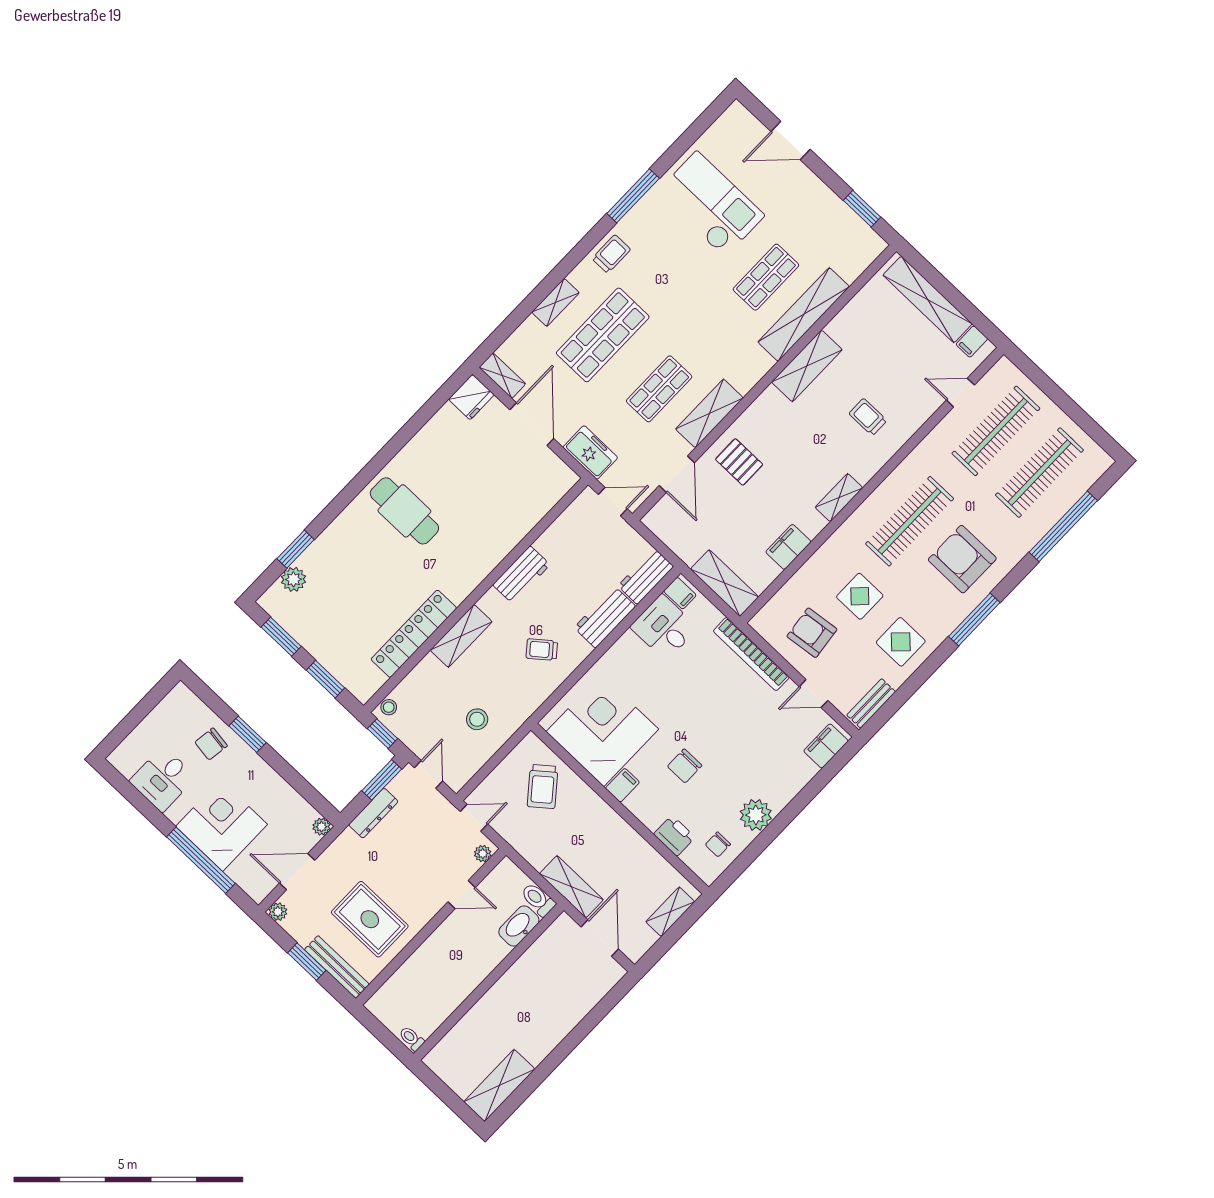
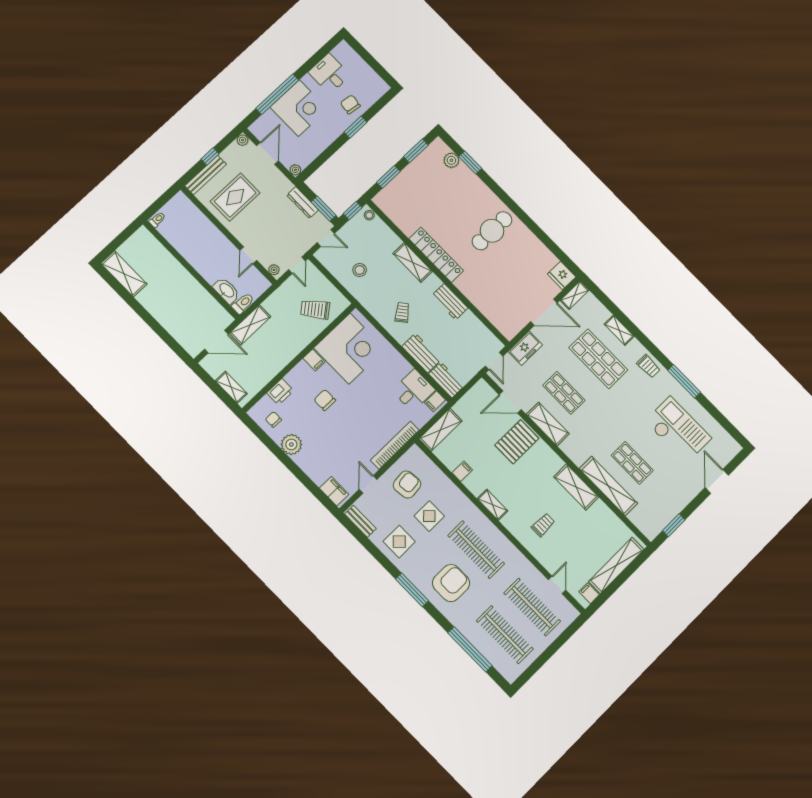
checkout: (711, 204) -> (678, 430), turned -90
pallet: (739, 462) -> (517, 442), width x1.50, depth x1.42
filing cabinet: (788, 547) -> (462, 471), width x0.50
locker: (414, 634) -> (436, 255), moved
window: (307, 962) -> (210, 156), width x0.67

